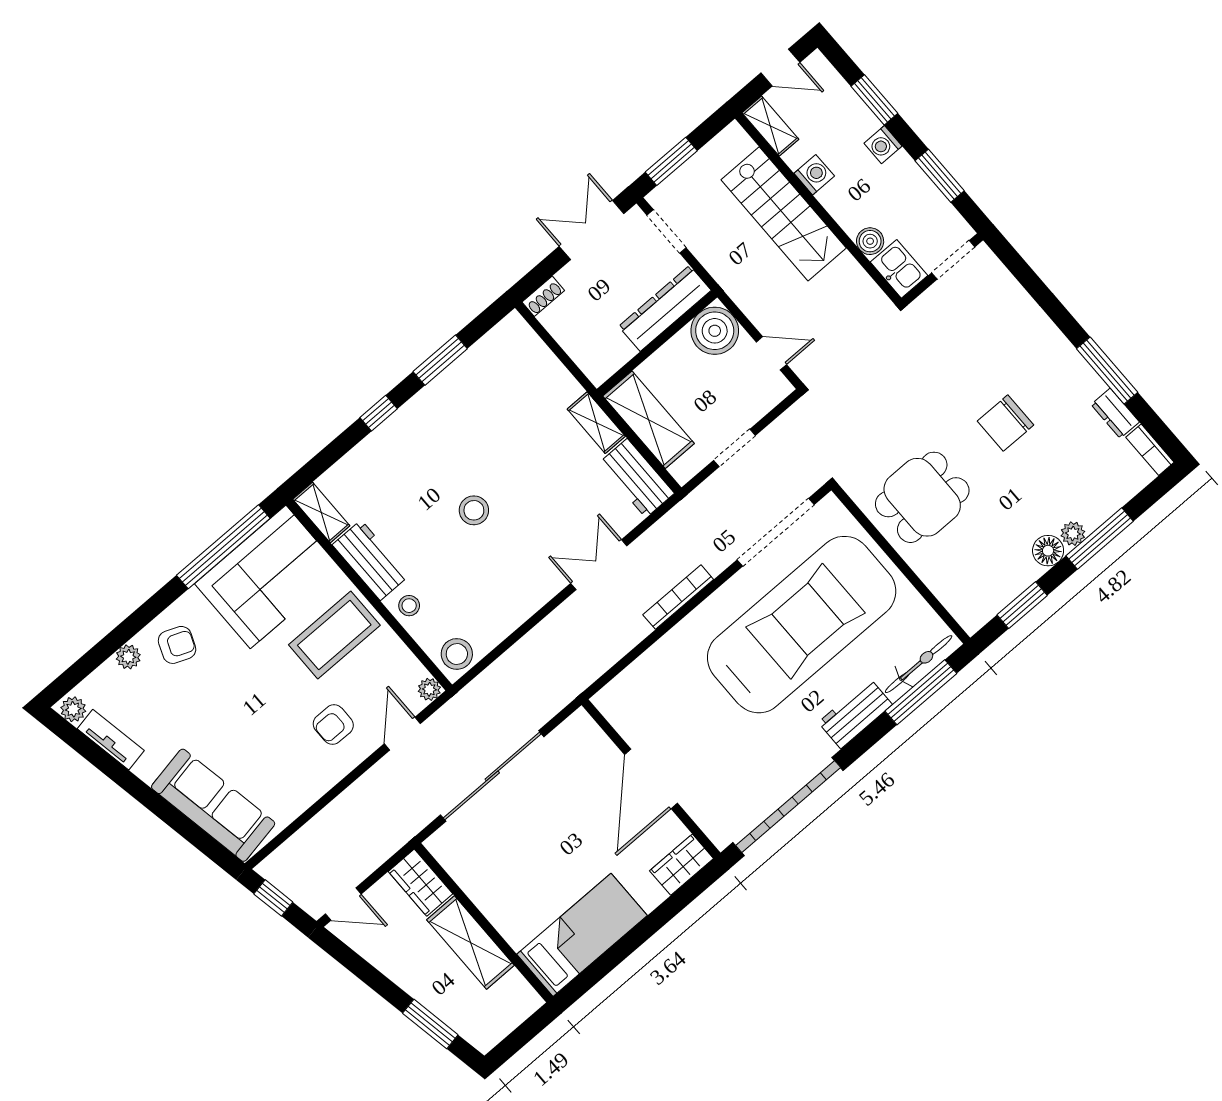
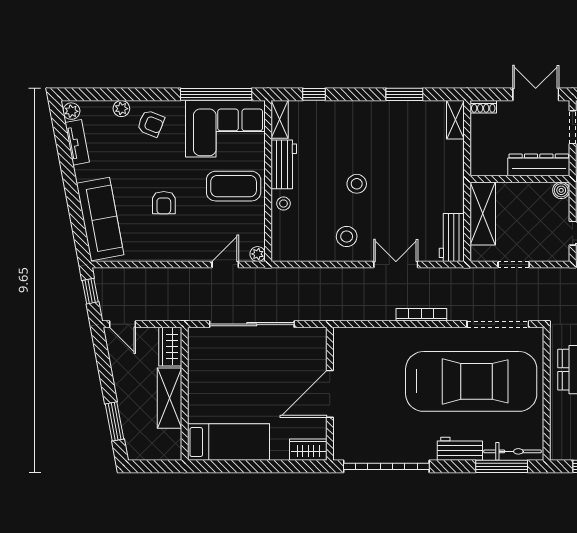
boiler: (715, 331) -> (561, 190), width x0.54, depth x0.54
window: (379, 413) -> (314, 94), moved
shelving: (596, 423) -> (455, 120), moved
stool: (457, 654) -> (347, 237), moved
armchair: (333, 725) -> (164, 203), moved, turned -90

